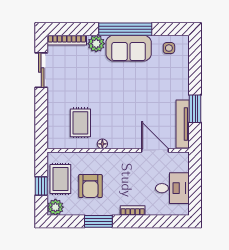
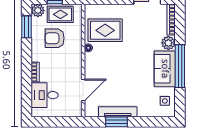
rug: (80, 123) -> (105, 30), width x1.36, depth x1.43
tv unit: (183, 124) -> (118, 112), moved
desk: (172, 188) -> (45, 95), moved, turned 90
window: (98, 221) -> (27, 27), moved

